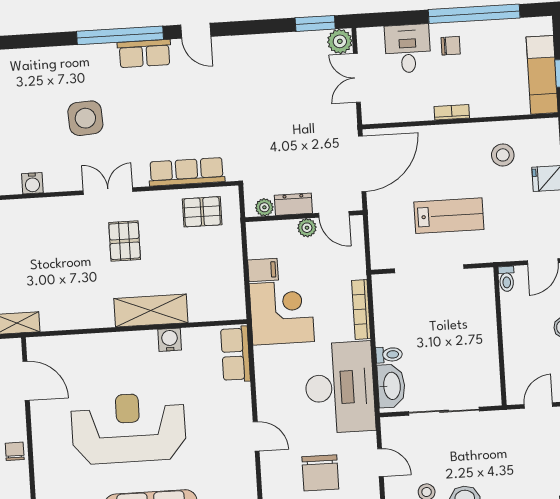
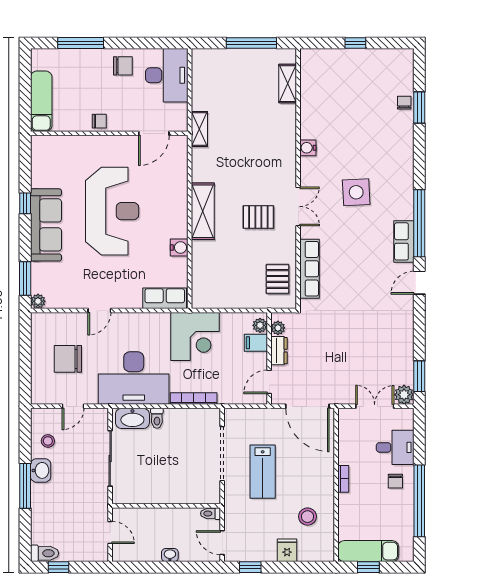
plant: (307, 228) -> (260, 325), moved
filing cabinet: (263, 270) -> (256, 343), moved, turned 90
shelving: (151, 311) -> (203, 211), moved

